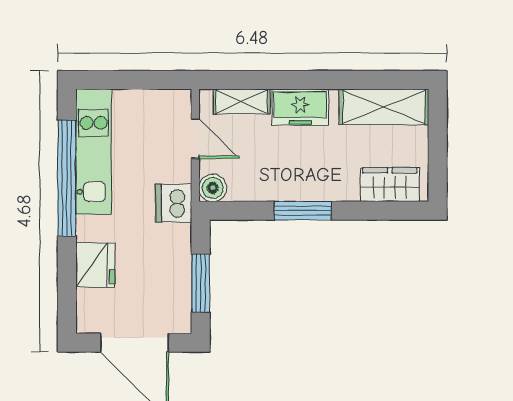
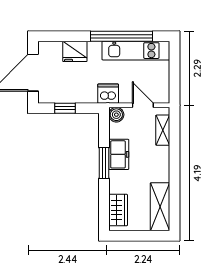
freezer: (300, 107) -> (119, 154), moved, turned 180
door: (195, 139) -> (143, 105), swing flipped
window: (201, 283) -> (65, 108), width x0.67

